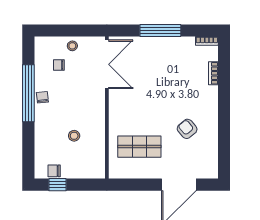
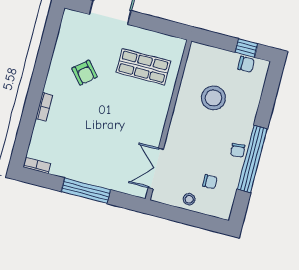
double door: (107, 64) -> (156, 168), width x0.73
bookcase: (213, 73) -> (44, 107), moved
stool: (74, 136) -> (213, 98), width x1.89, depth x1.89

